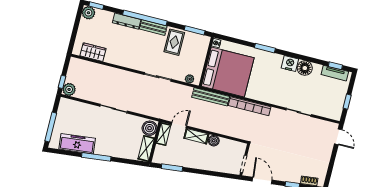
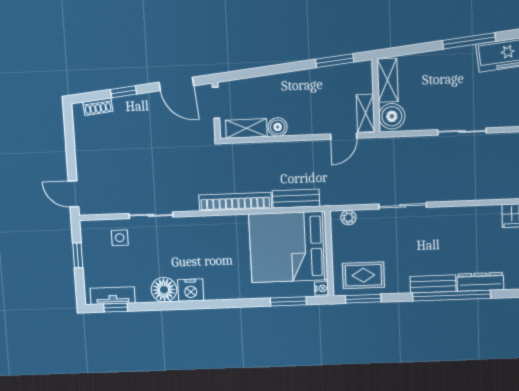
rug: (174, 42) -> (363, 275), moved, turned 90
window: (265, 48) -> (288, 301), moved
bench: (211, 97) -> (296, 199), width x0.73
side table: (320, 105) -> (120, 238), added
shelving: (196, 136) -> (246, 128), moved

